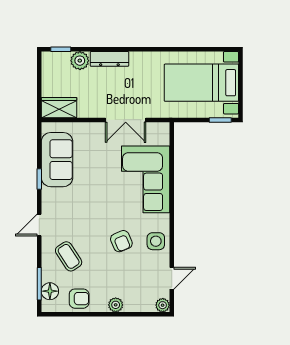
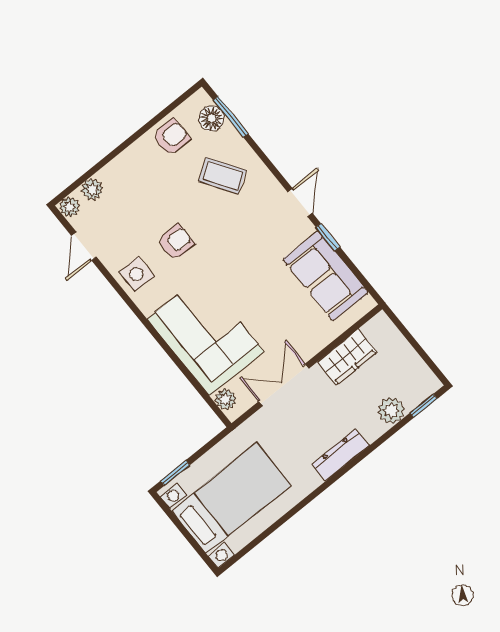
dresser: (109, 59) -> (340, 455), moved
wardrobe: (59, 108) -> (347, 357), moved
plant: (162, 137) -> (225, 399), added
door: (39, 225) -> (300, 203), moved
armchair: (121, 241) -> (176, 242), turned 113
armchair: (79, 299) -> (171, 137), turned 180
plant: (116, 305) -> (92, 189), moved

